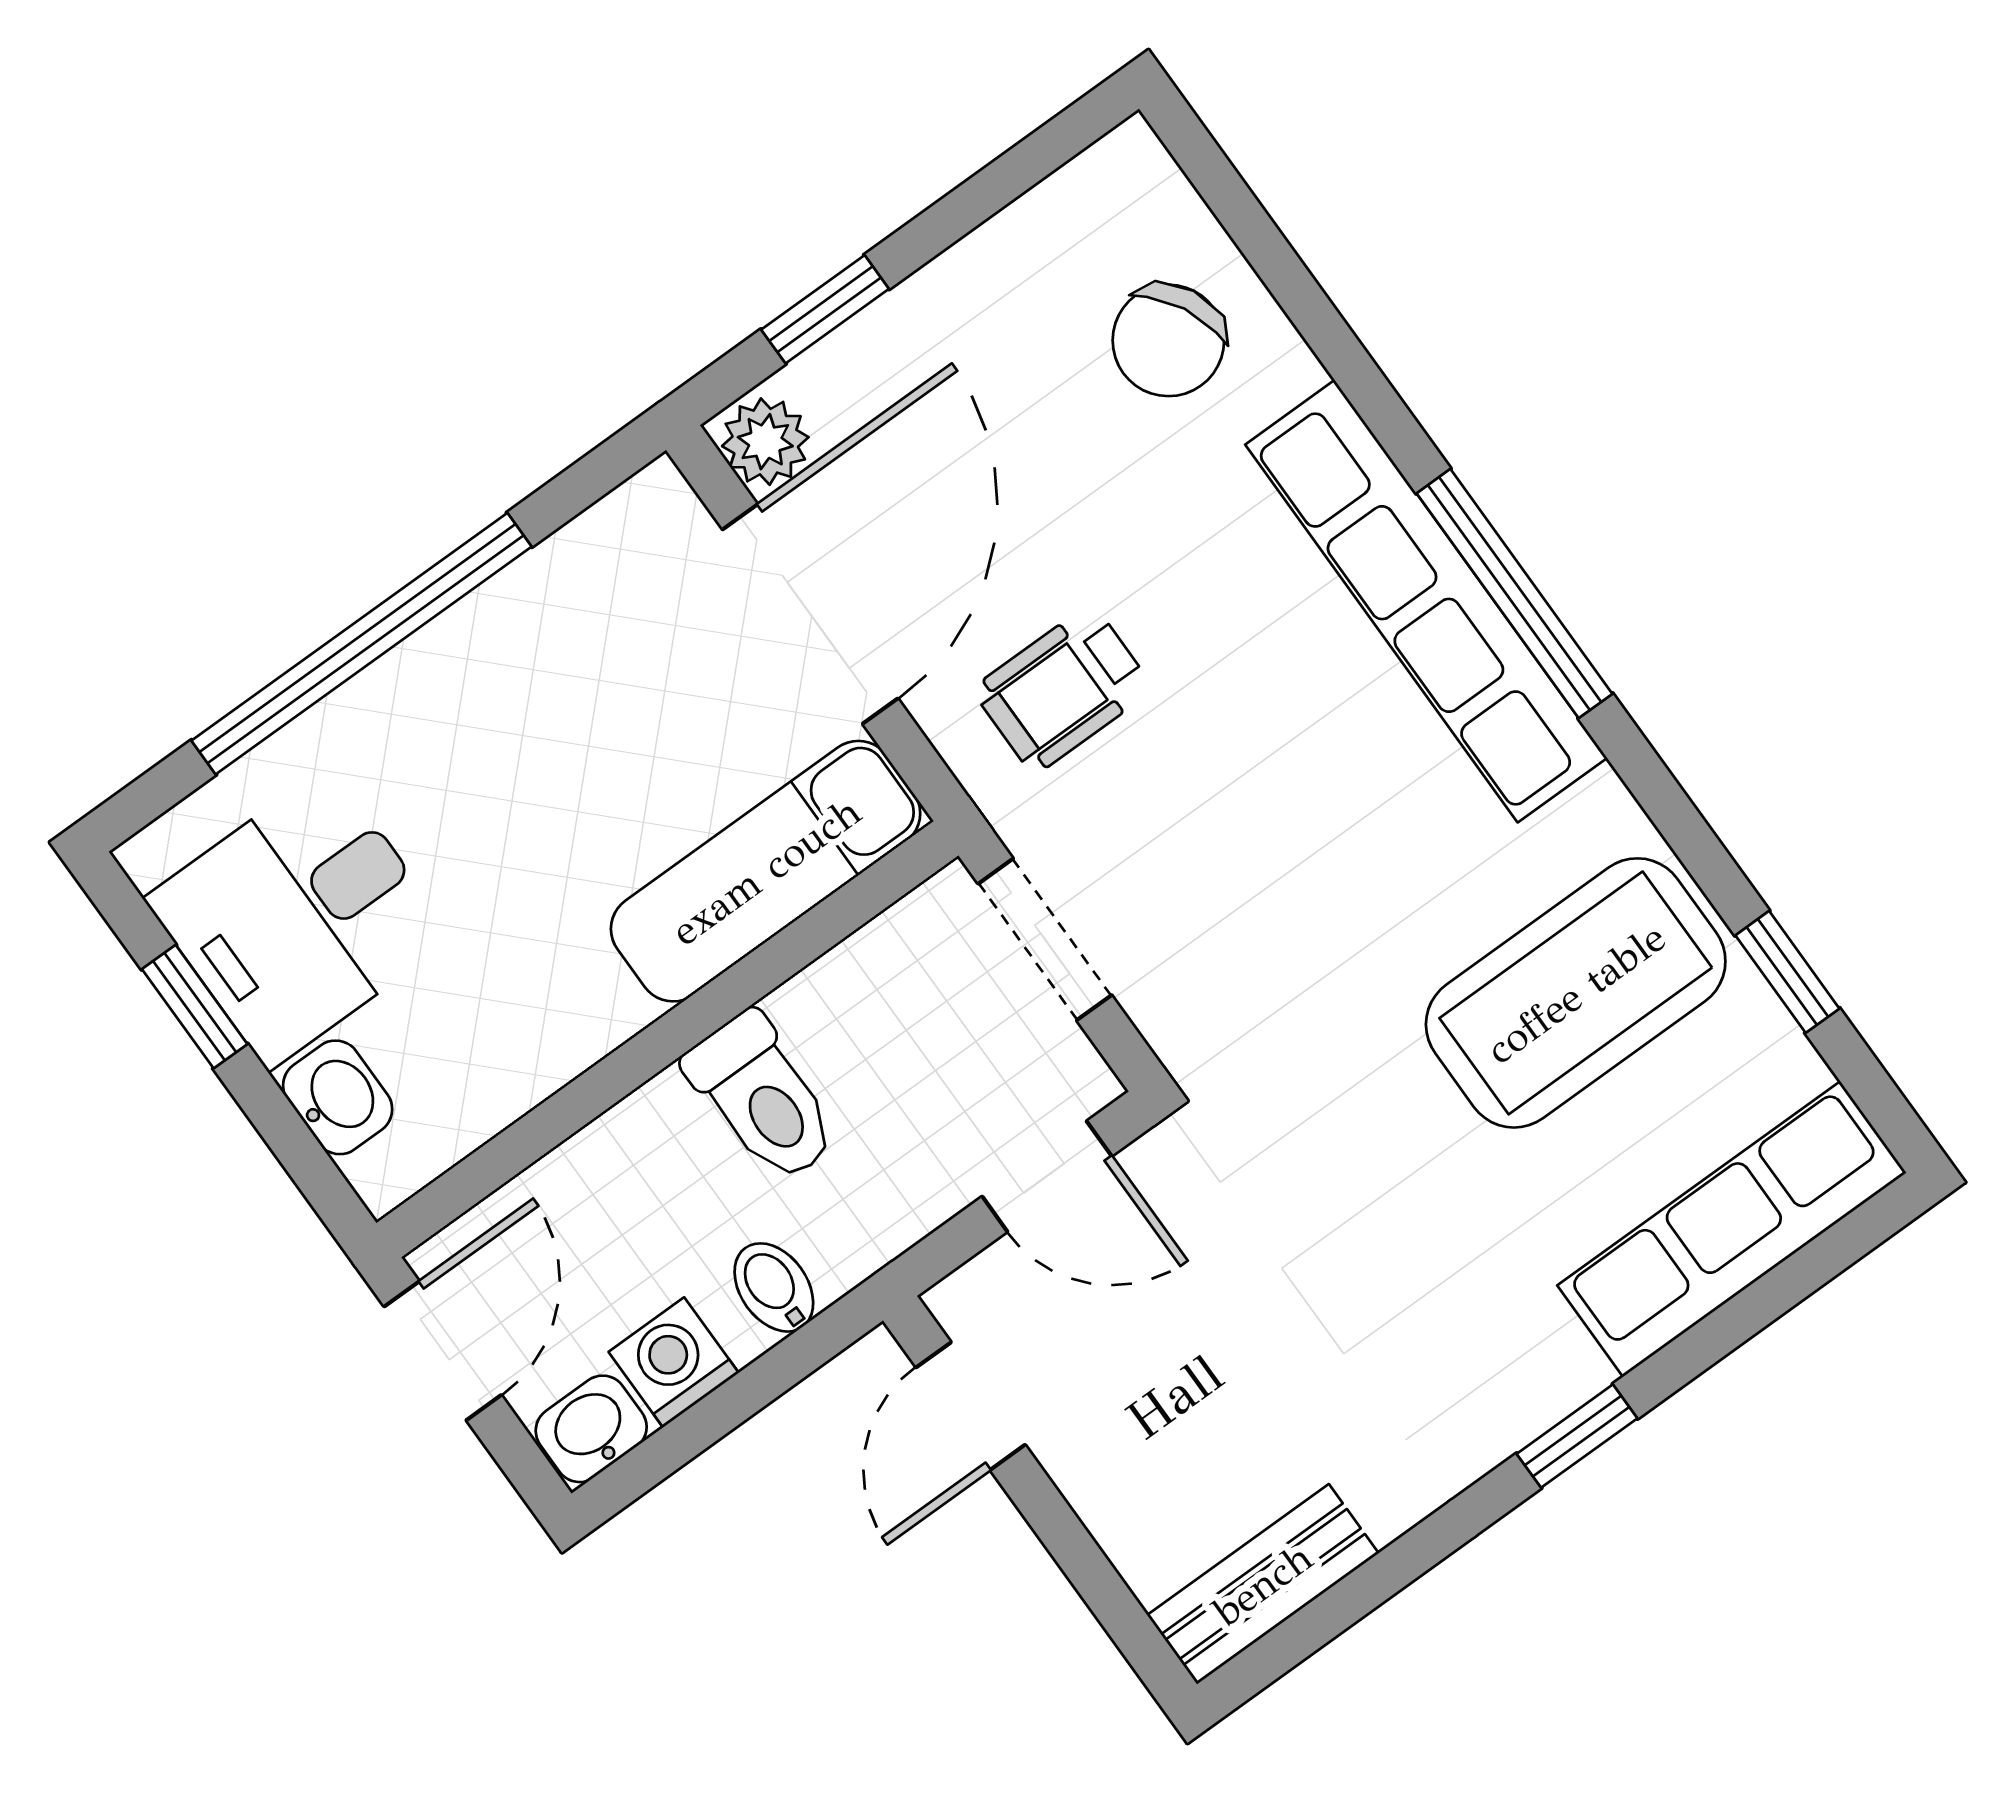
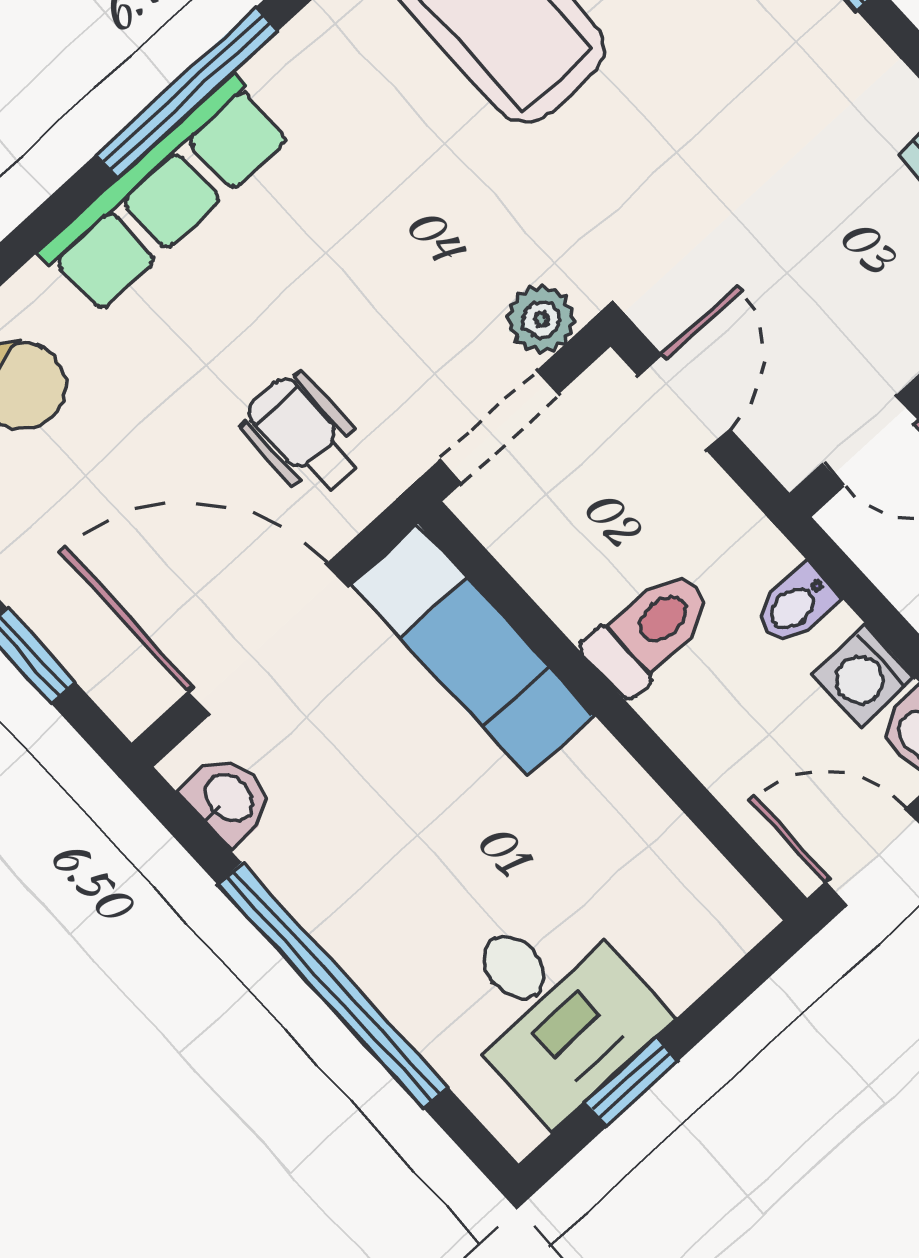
plant: (765, 442) -> (541, 319), moved
row of seats: (1426, 601) -> (165, 194), width x0.73
wheelchair: (1063, 689) -> (303, 436), turned 180
washbasin: (338, 1097) -> (228, 799), moved, turned 90

